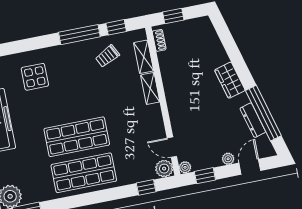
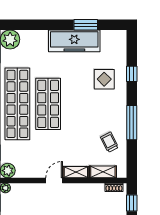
window: (116, 27) -> (132, 74), moved
door: (172, 147) -> (54, 180), moved
shop shelf: (84, 173) -> (17, 104), width x1.40

